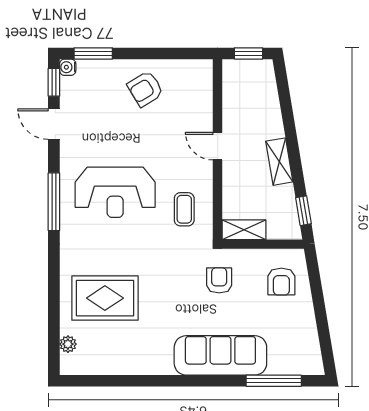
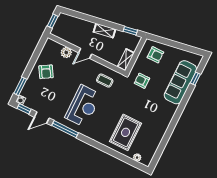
plant: (201, 109) -> (66, 53), added
window: (54, 202) -> (65, 129), moved
sofa: (220, 355) -> (180, 82), moved
window: (274, 381) -> (195, 79), width x0.46

